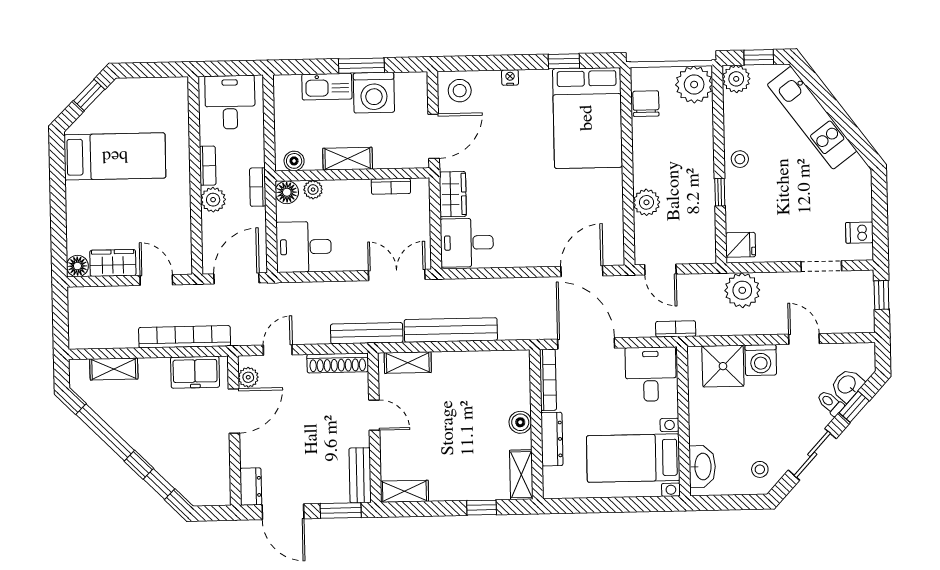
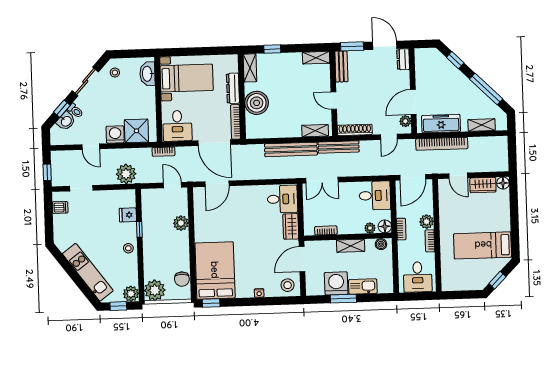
window: (564, 61) -> (211, 303), moved
fridge: (741, 245) -> (128, 215), moved
freezer: (195, 372) -> (441, 124), width x1.40
boiler: (520, 422) -> (257, 103), width x1.86, depth x1.86

